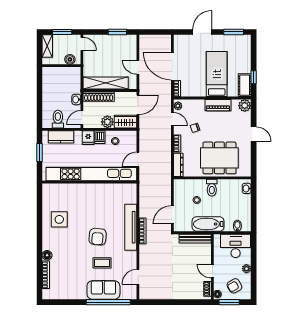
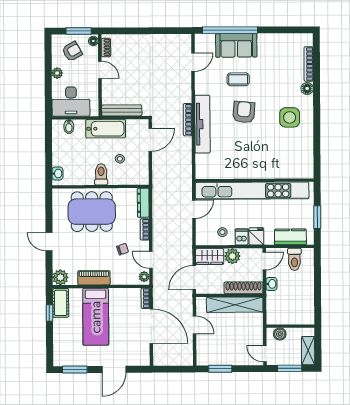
side table: (59, 219) -> (290, 117), moved

